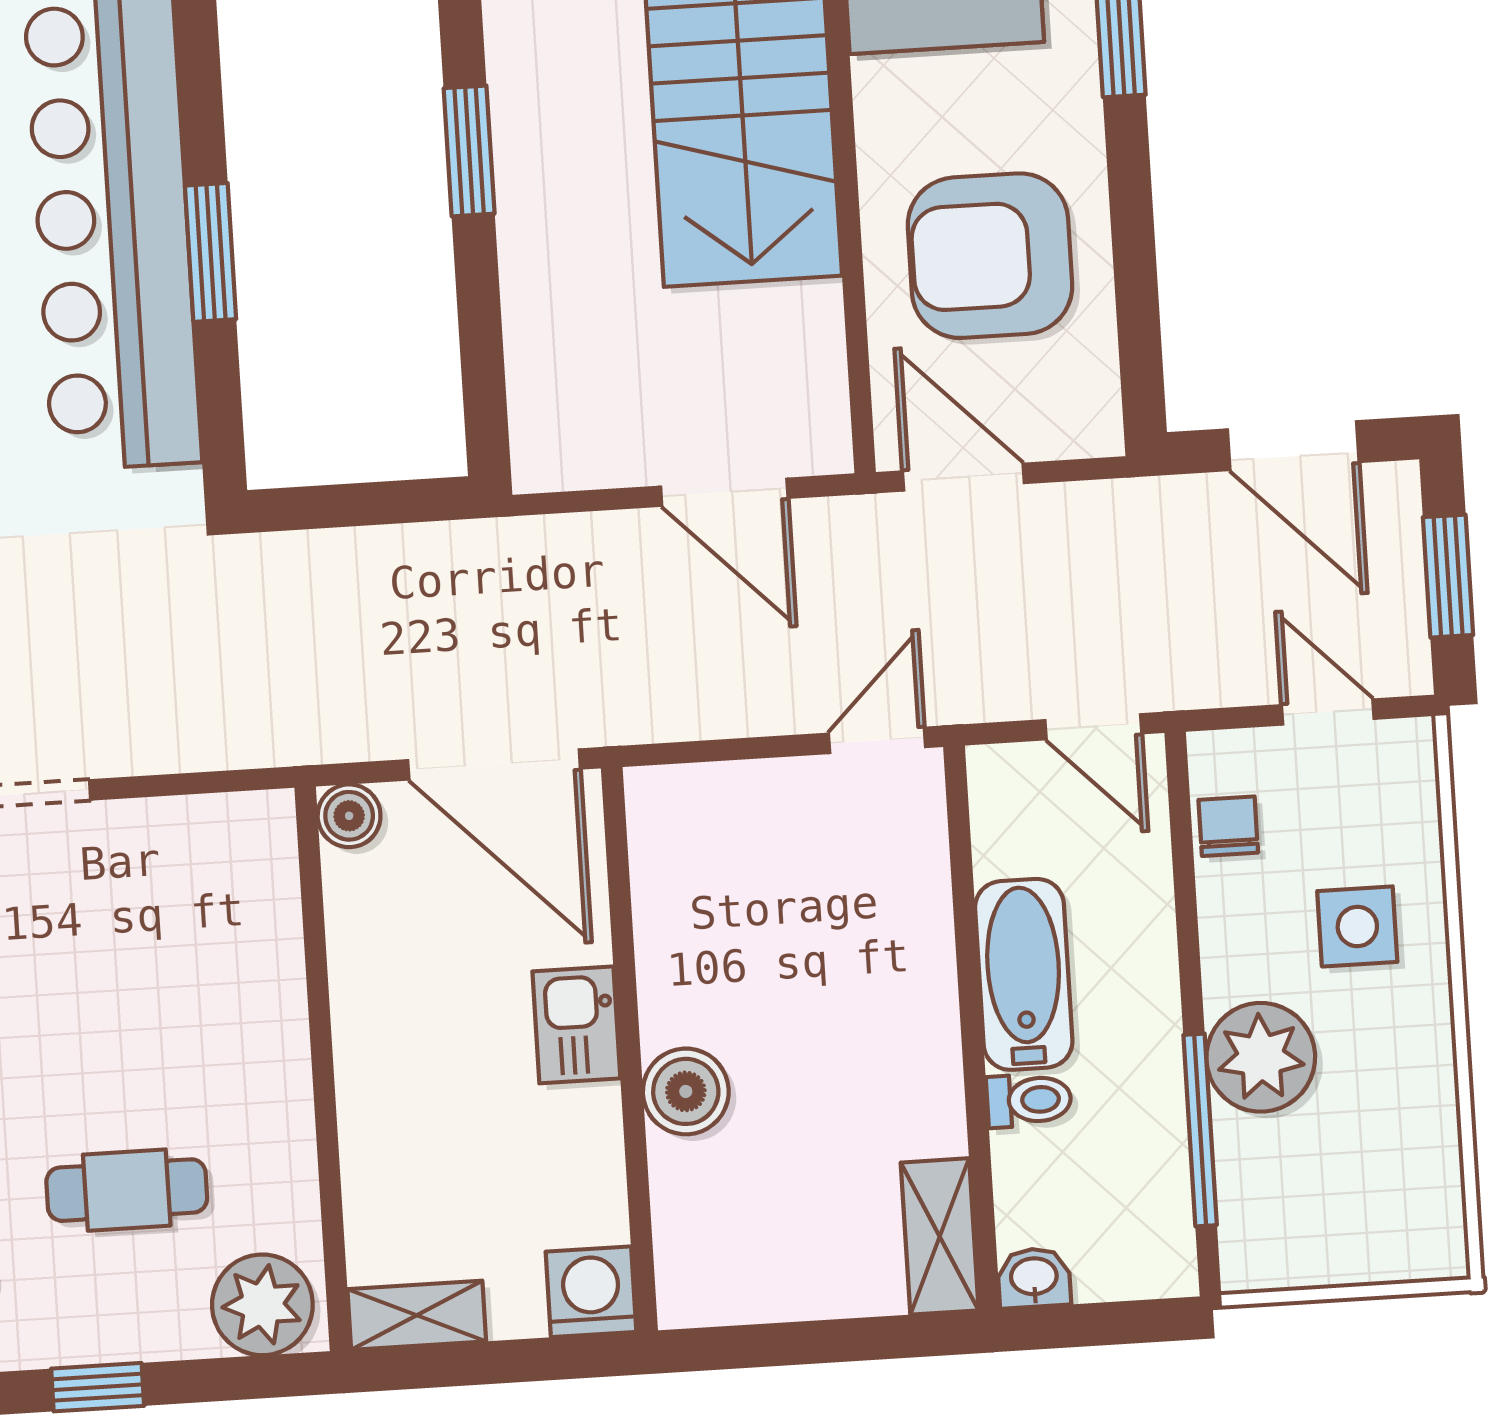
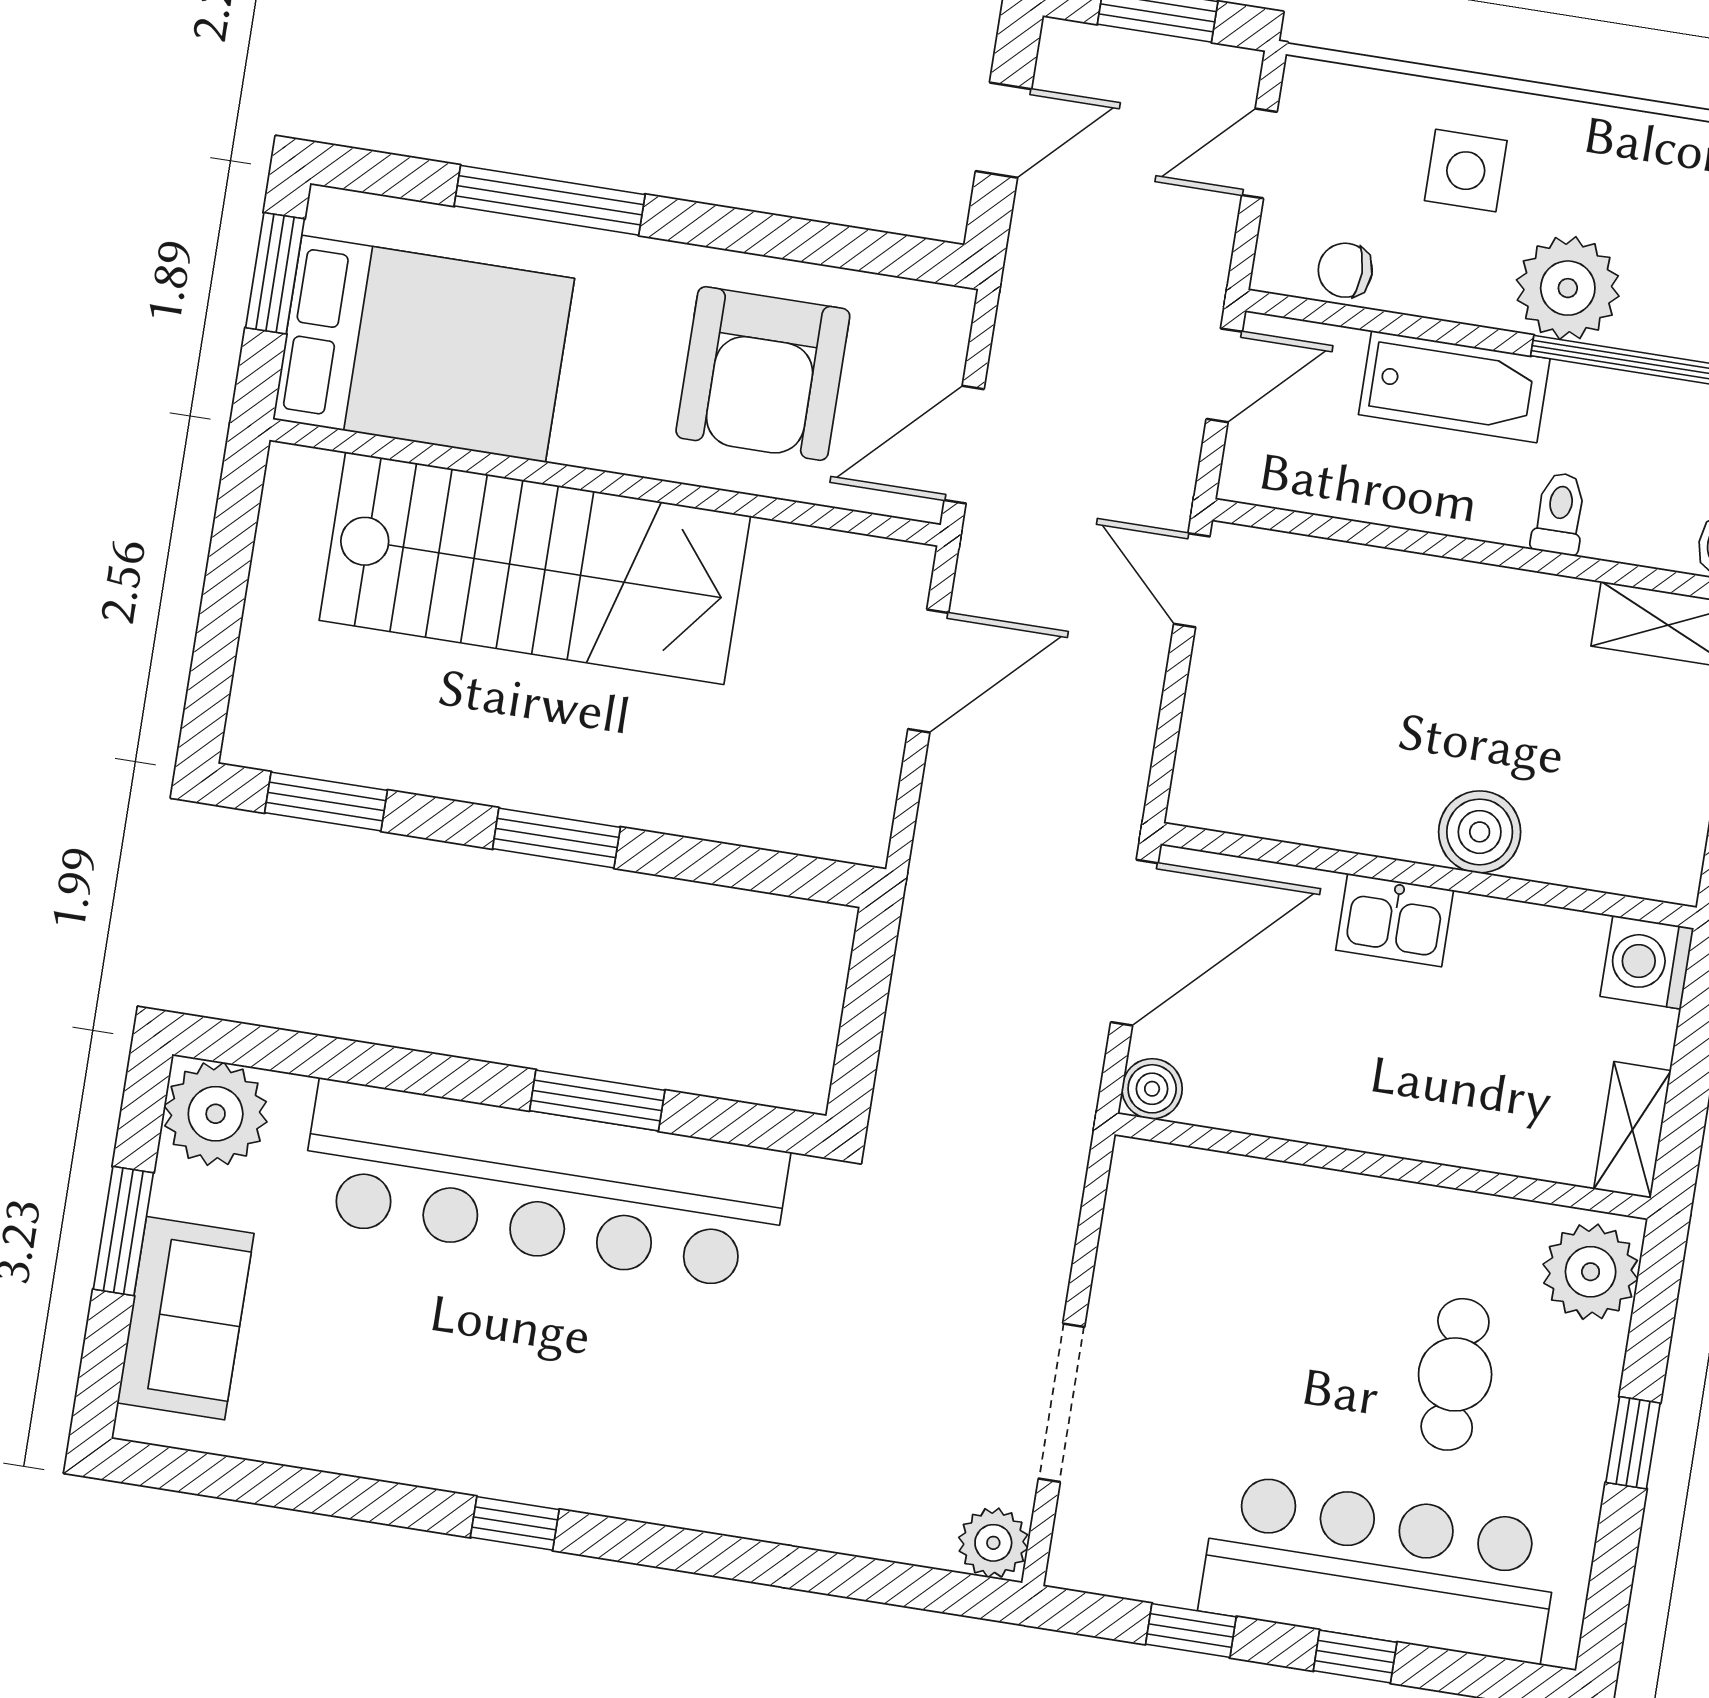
door: (1293, 446) -> (1004, 130), width x0.73
bathtub: (1024, 974) -> (1454, 387), moved, turned 180

